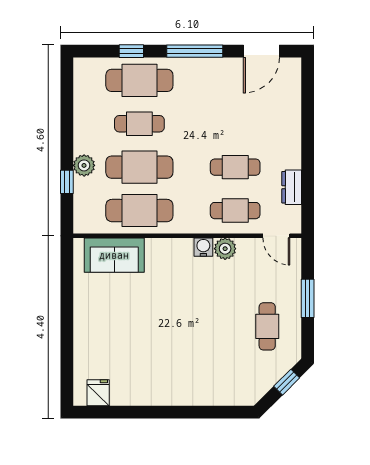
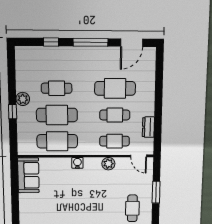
cafe table: (139, 80) -> (115, 88), moved
plant: (84, 165) -> (23, 99), moved
window: (67, 182) -> (13, 112), moved
water cooler: (203, 247) -> (77, 163), moved
sofa: (114, 255) -> (28, 175), moved, turned -90

